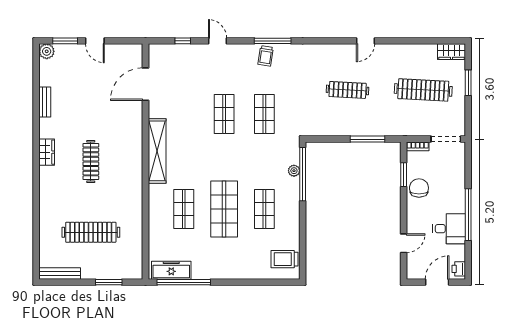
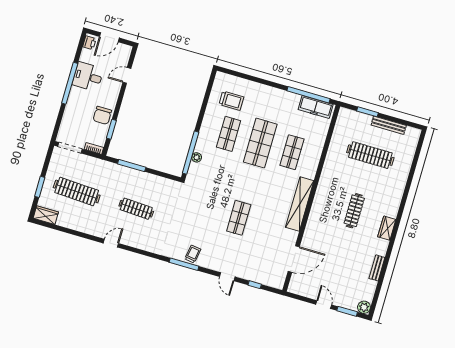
shop shelf: (264, 114) -> (207, 209), removed
trolley: (285, 259) -> (231, 101), moved
bench: (60, 273) -> (389, 125), moved

